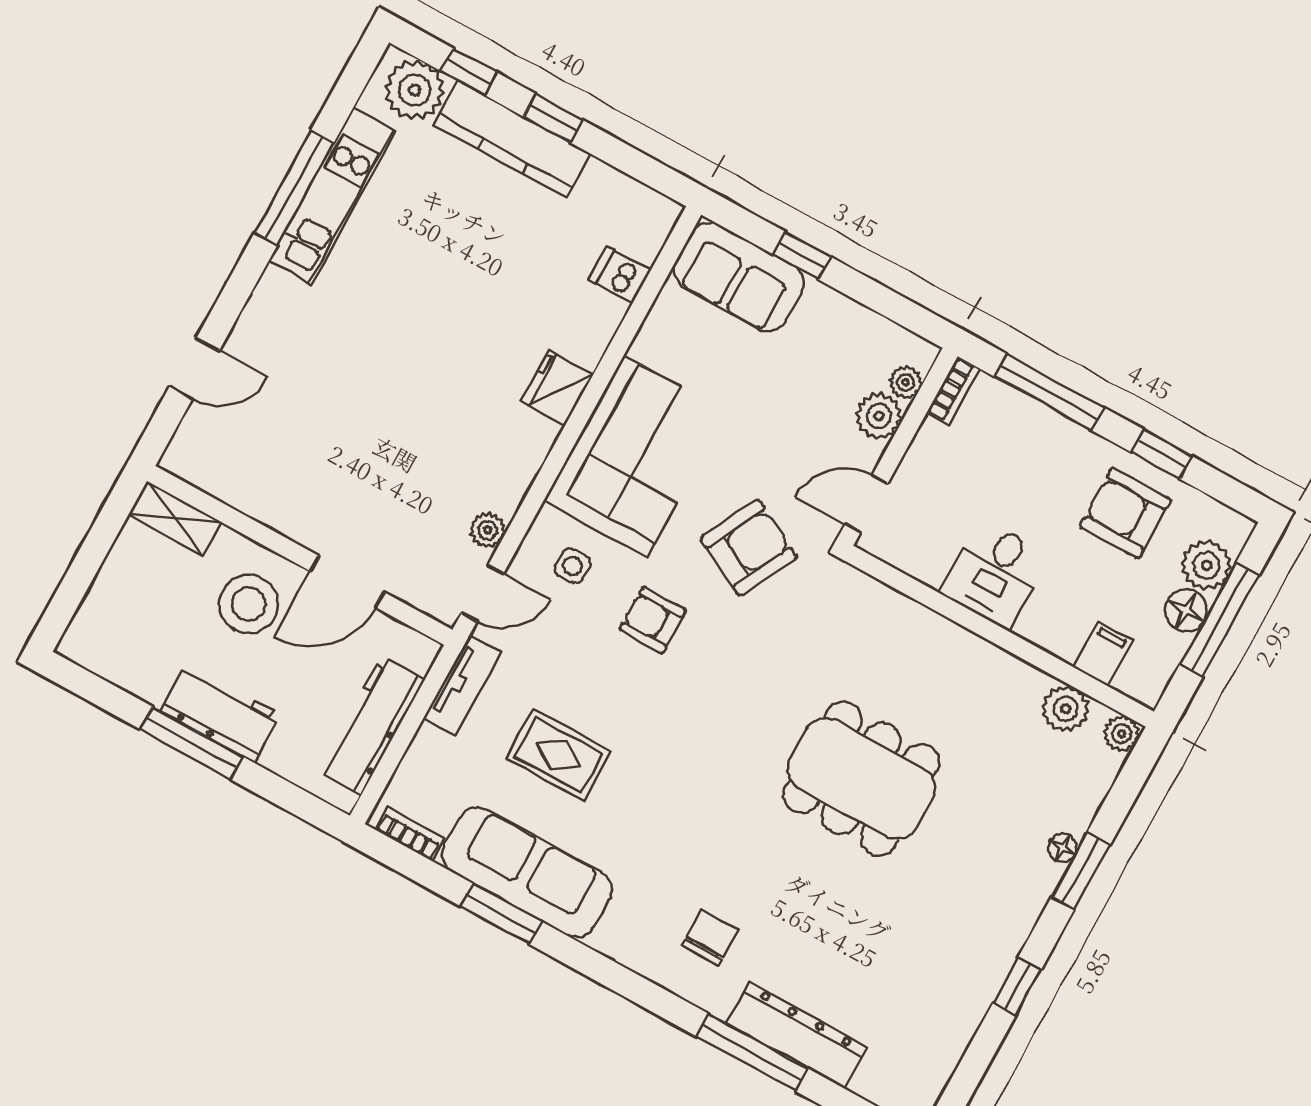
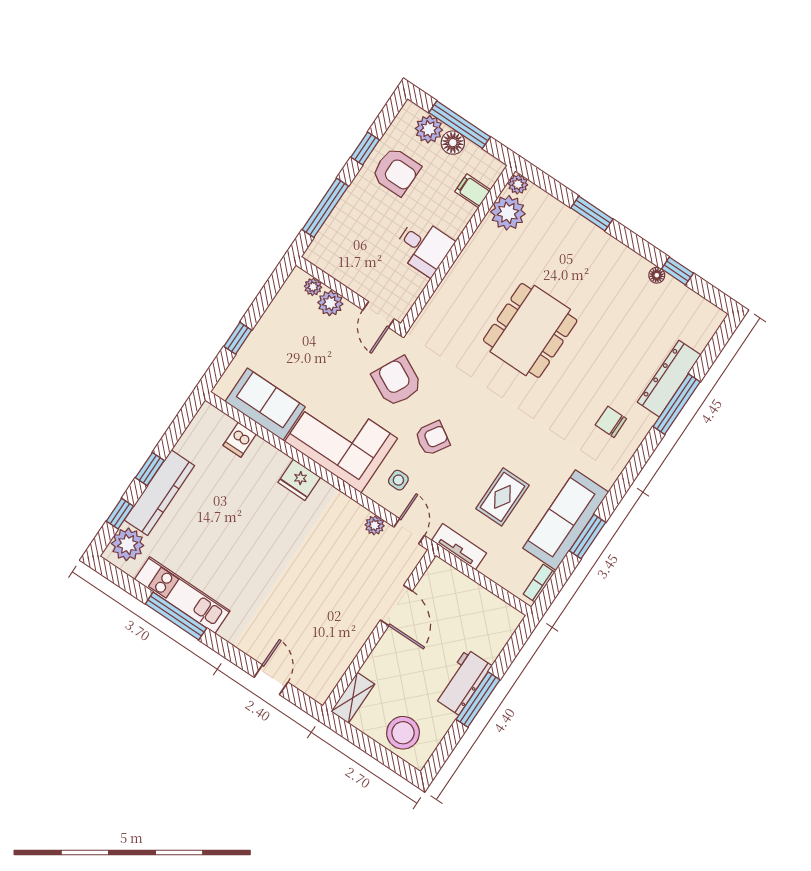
sofa: (739, 277) -> (265, 404), moved, turned -90
bookcase: (953, 391) -> (320, 261), removed
armchair: (1125, 513) -> (396, 171), turned -90
stool: (249, 604) -> (403, 733), moved
armchair: (653, 620) -> (432, 438), turned -148
plant: (1066, 709) -> (508, 213), width x1.36, depth x1.36
workbench: (371, 725) -> (477, 599), removed
floor lamp: (1063, 848) -> (657, 275), moved
window: (1017, 986) -> (677, 271), moved

